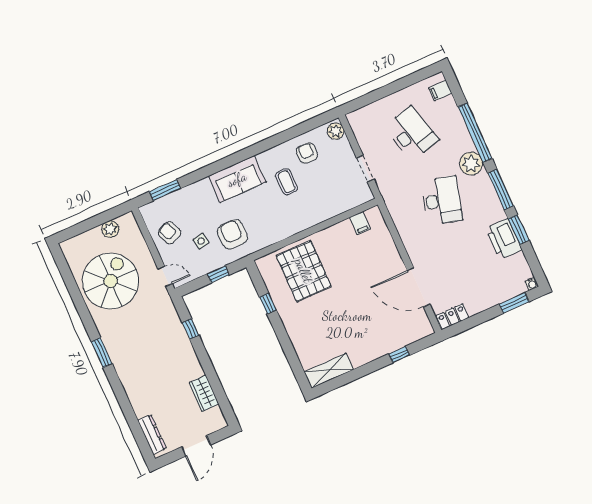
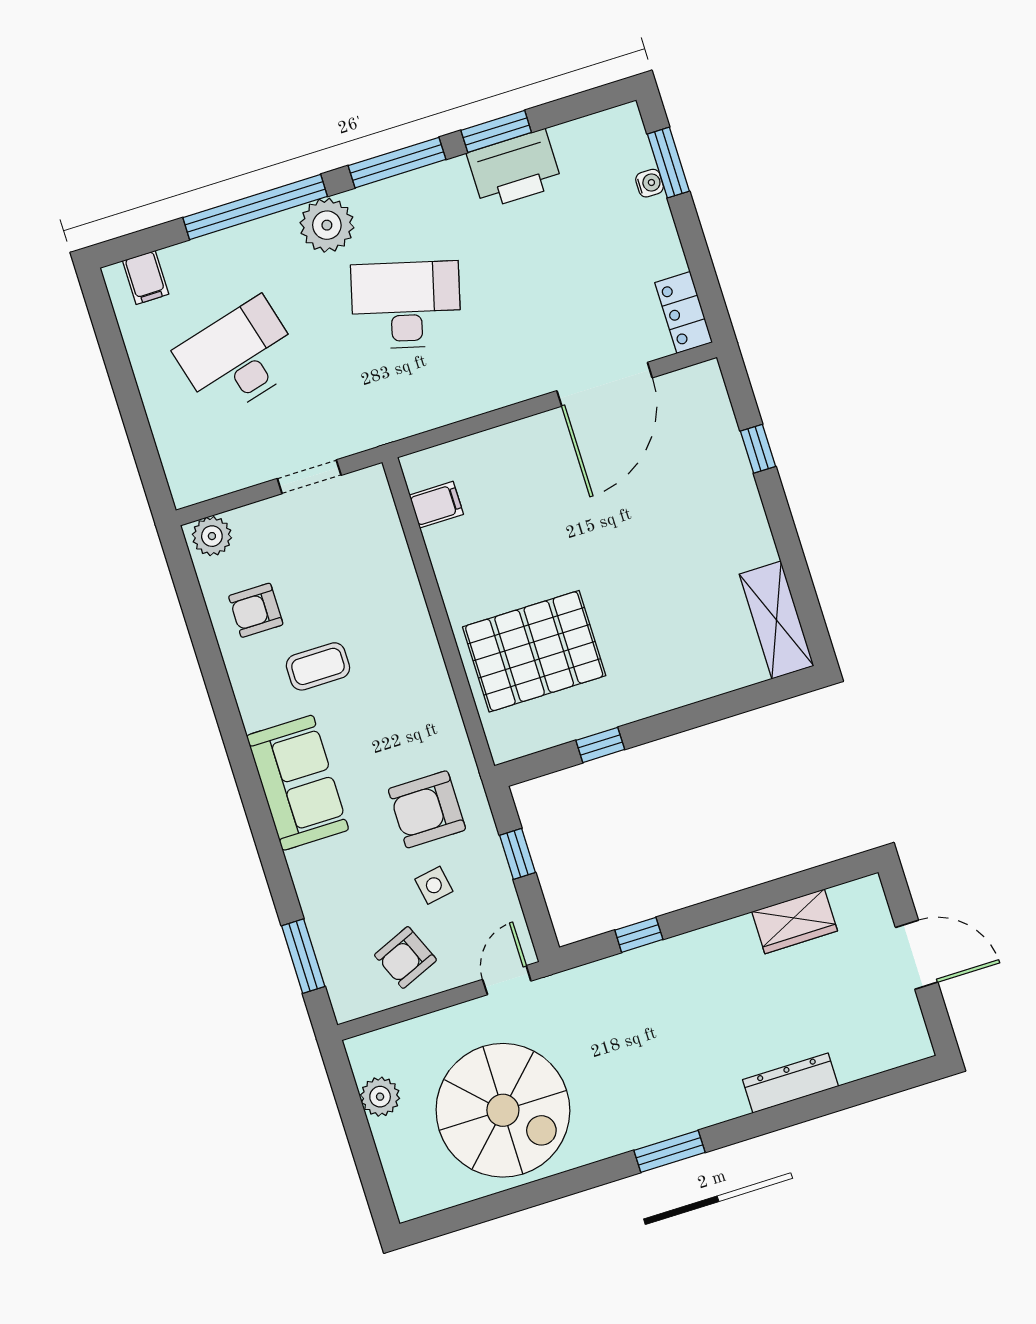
spiral stairs: (111, 281) -> (503, 1110), turned 180
water cooler: (532, 284) -> (650, 183), moved
dresser: (152, 434) -> (791, 1083), moved

